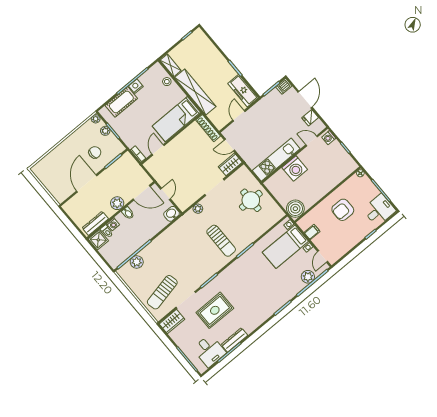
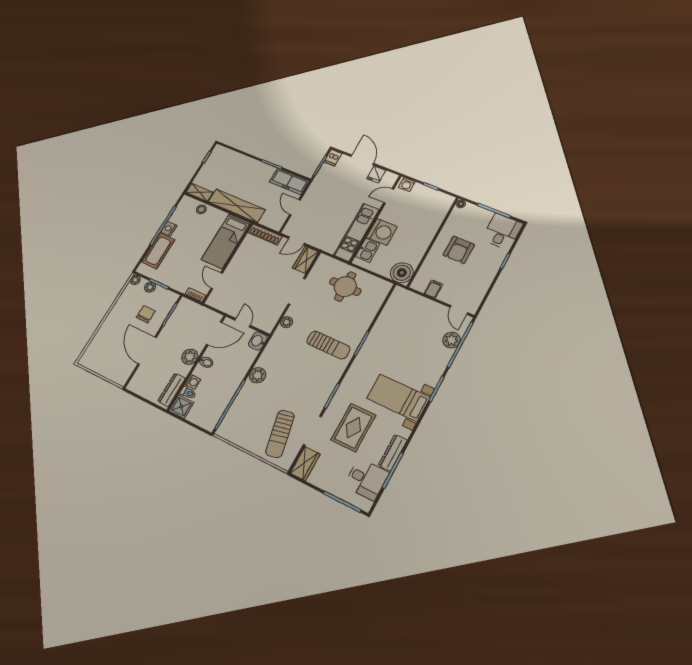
kitchen sink: (278, 179) -> (367, 250), added
bed with nightstands: (285, 247) -> (398, 398), moved, turned 90
plant: (137, 262) -> (258, 375), moved

